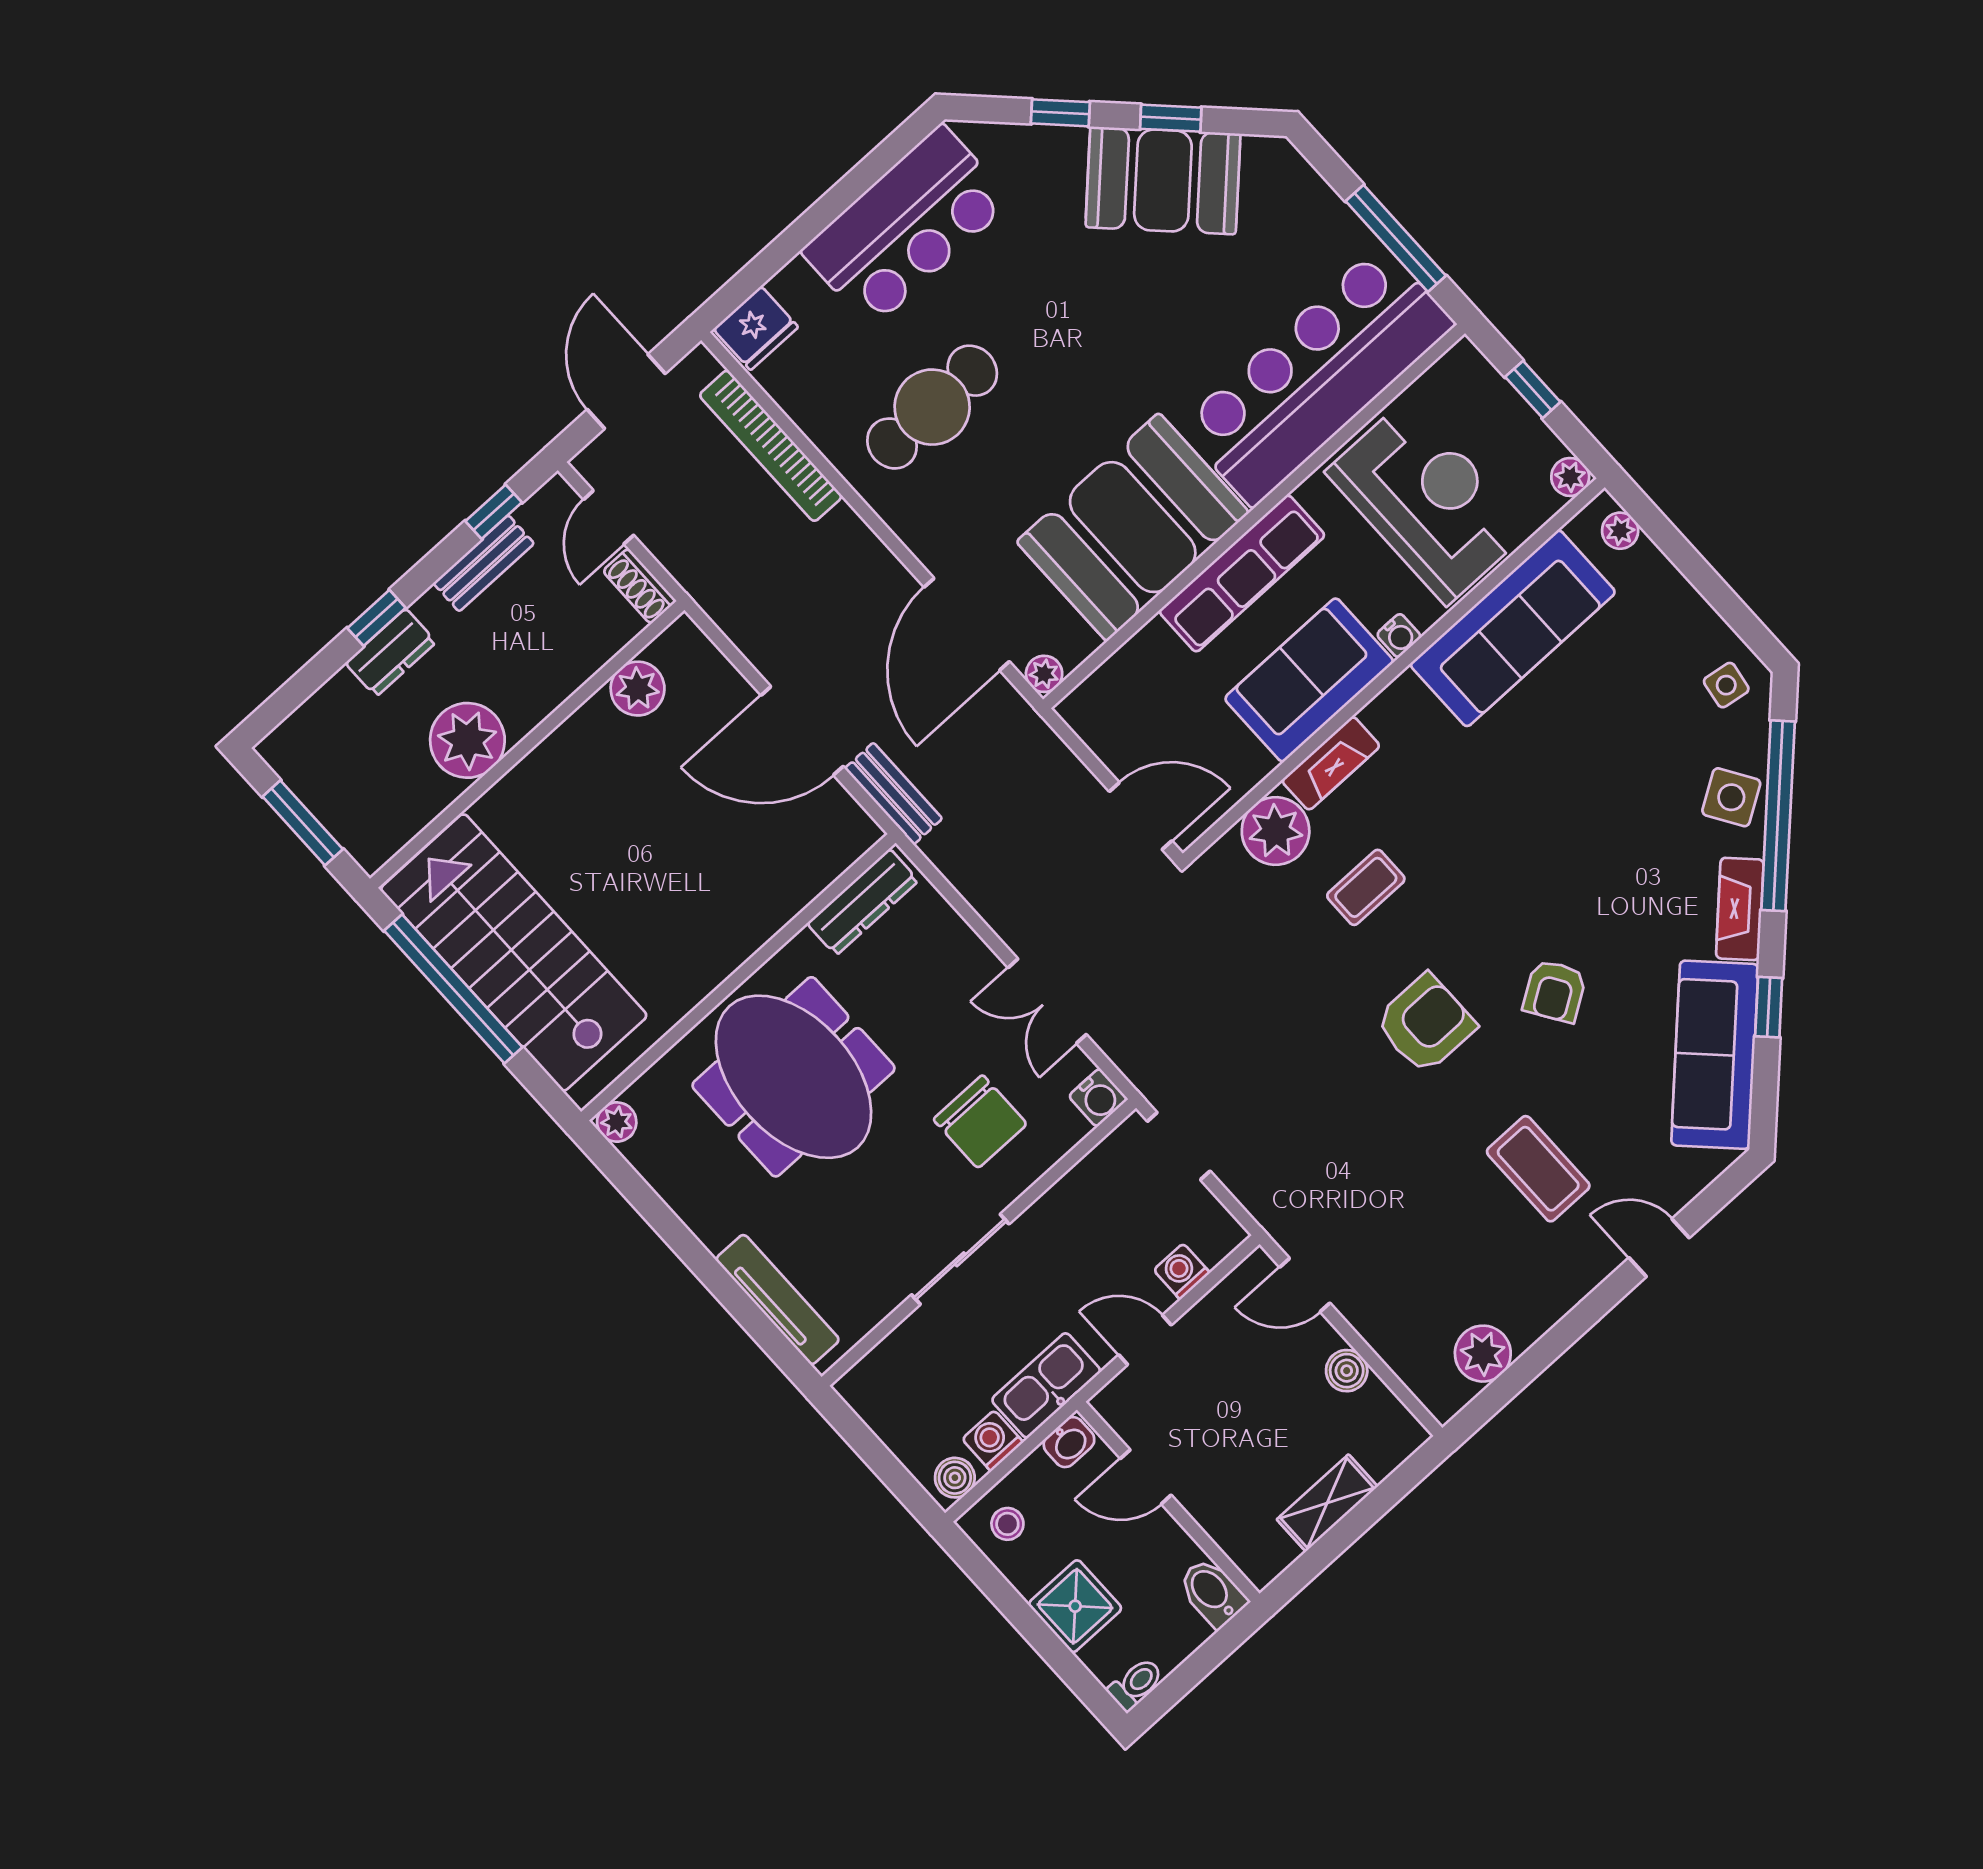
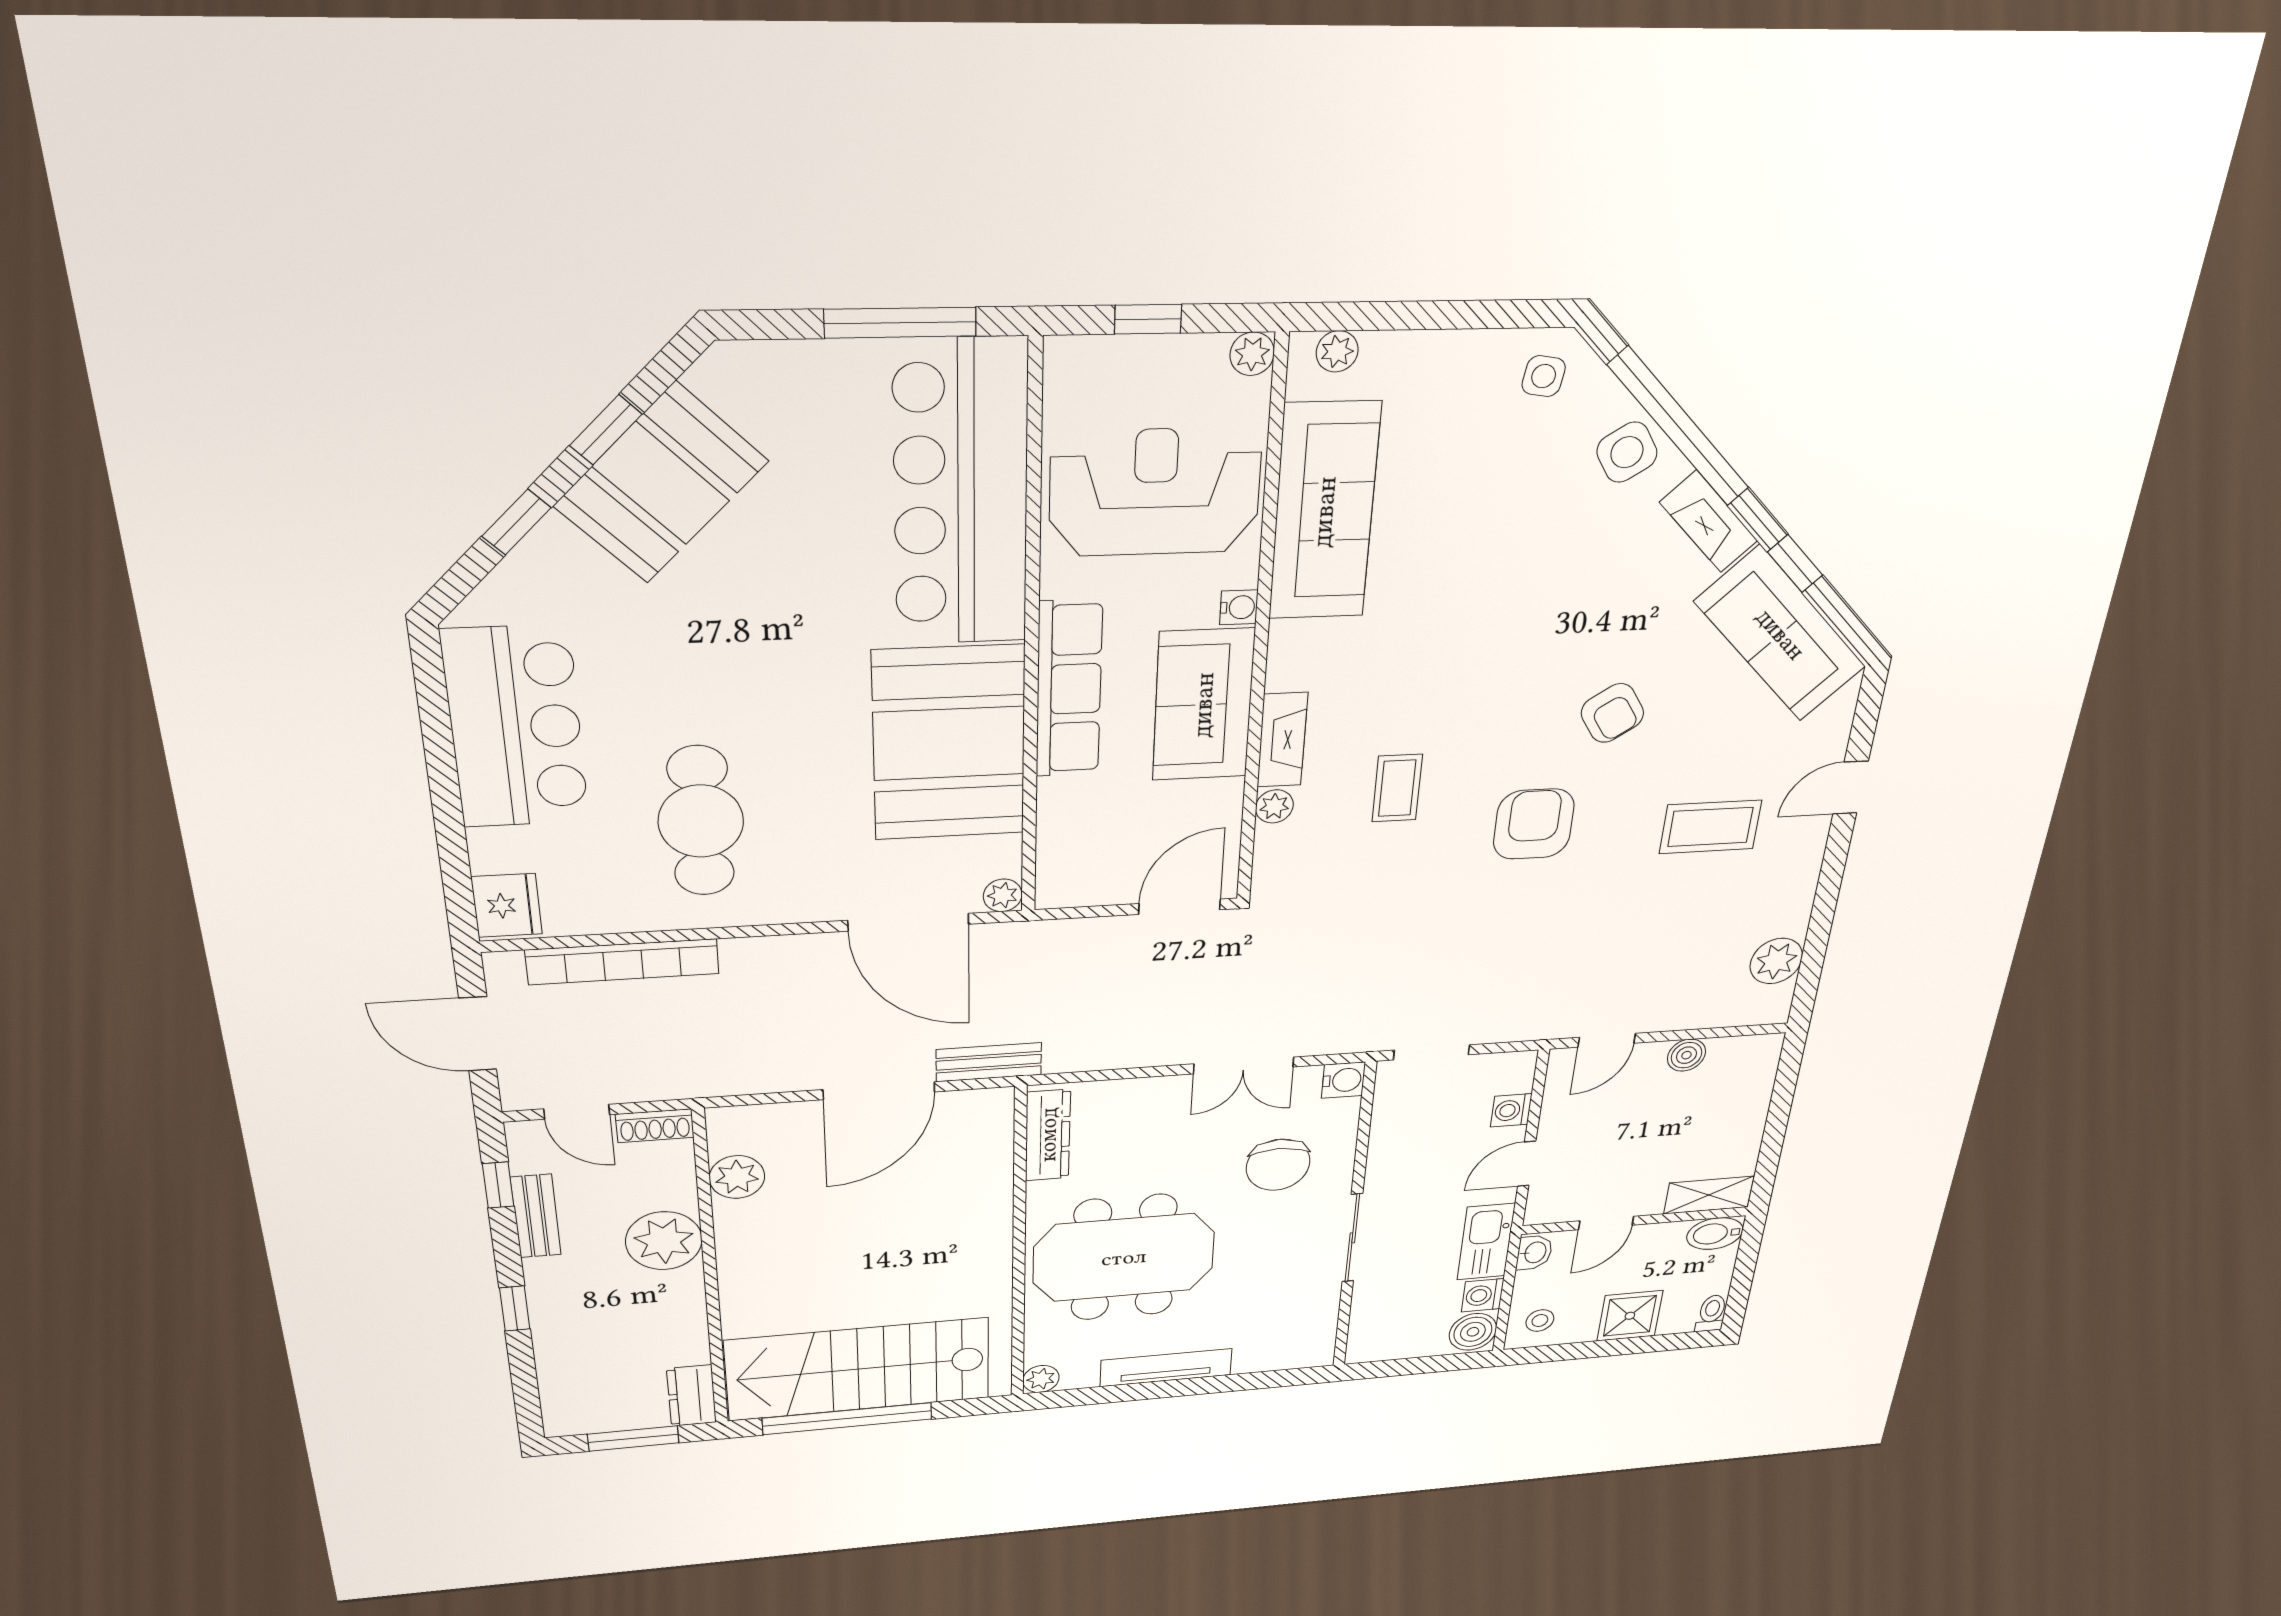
dresser: (391, 653) -> (692, 1396), moved, turned 180
plant: (467, 740) -> (664, 1241), moved
plant: (1276, 831) -> (1274, 806), width x0.53, depth x0.53
chair: (980, 1122) -> (1278, 1165), turned 90
tv unit: (778, 1300) -> (1166, 1368), moved
boiler: (955, 1478) -> (1473, 1332), width x1.36, depth x1.36
shelving: (1327, 1503) -> (1709, 1195), moved, turned 90

